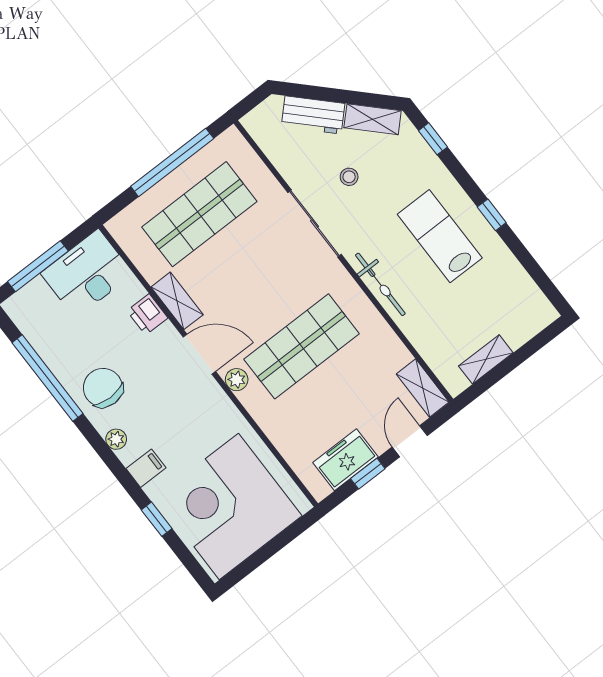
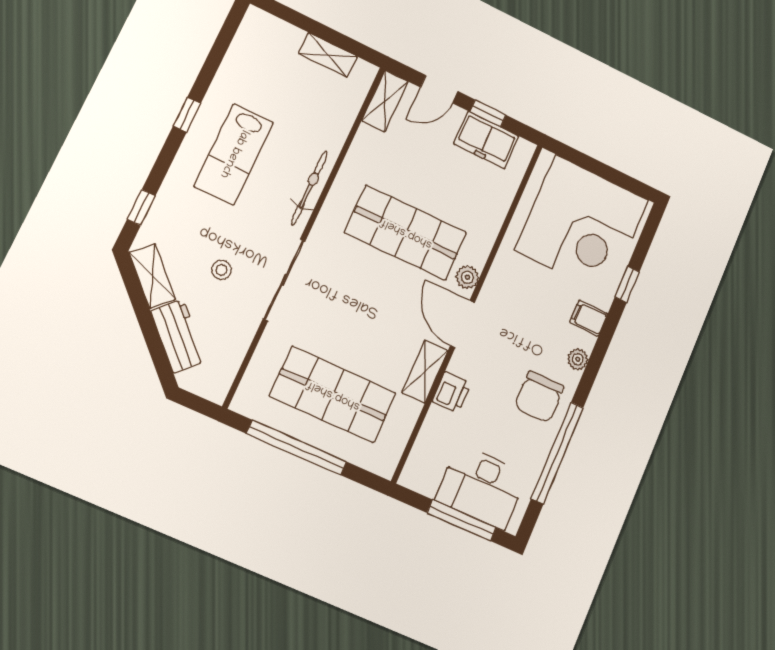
desk: (87, 273) -> (481, 487), moved

